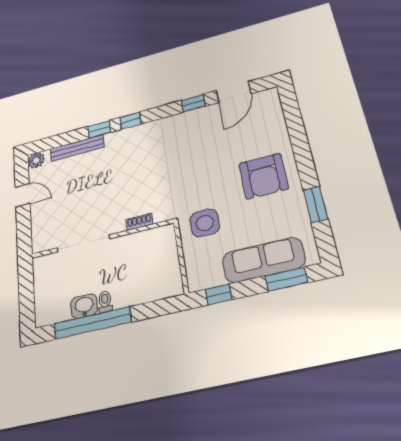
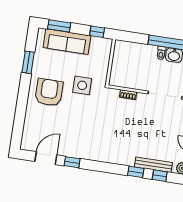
window: (130, 121) -> (160, 176), moved
side table: (205, 223) -> (82, 85), moved

